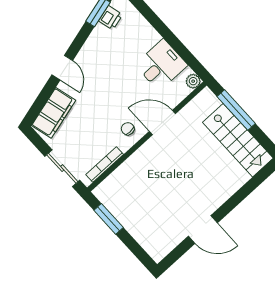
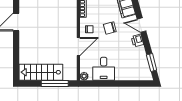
printer: (111, 18) -> (137, 41), moved
chair: (103, 104) -> (110, 28), added

